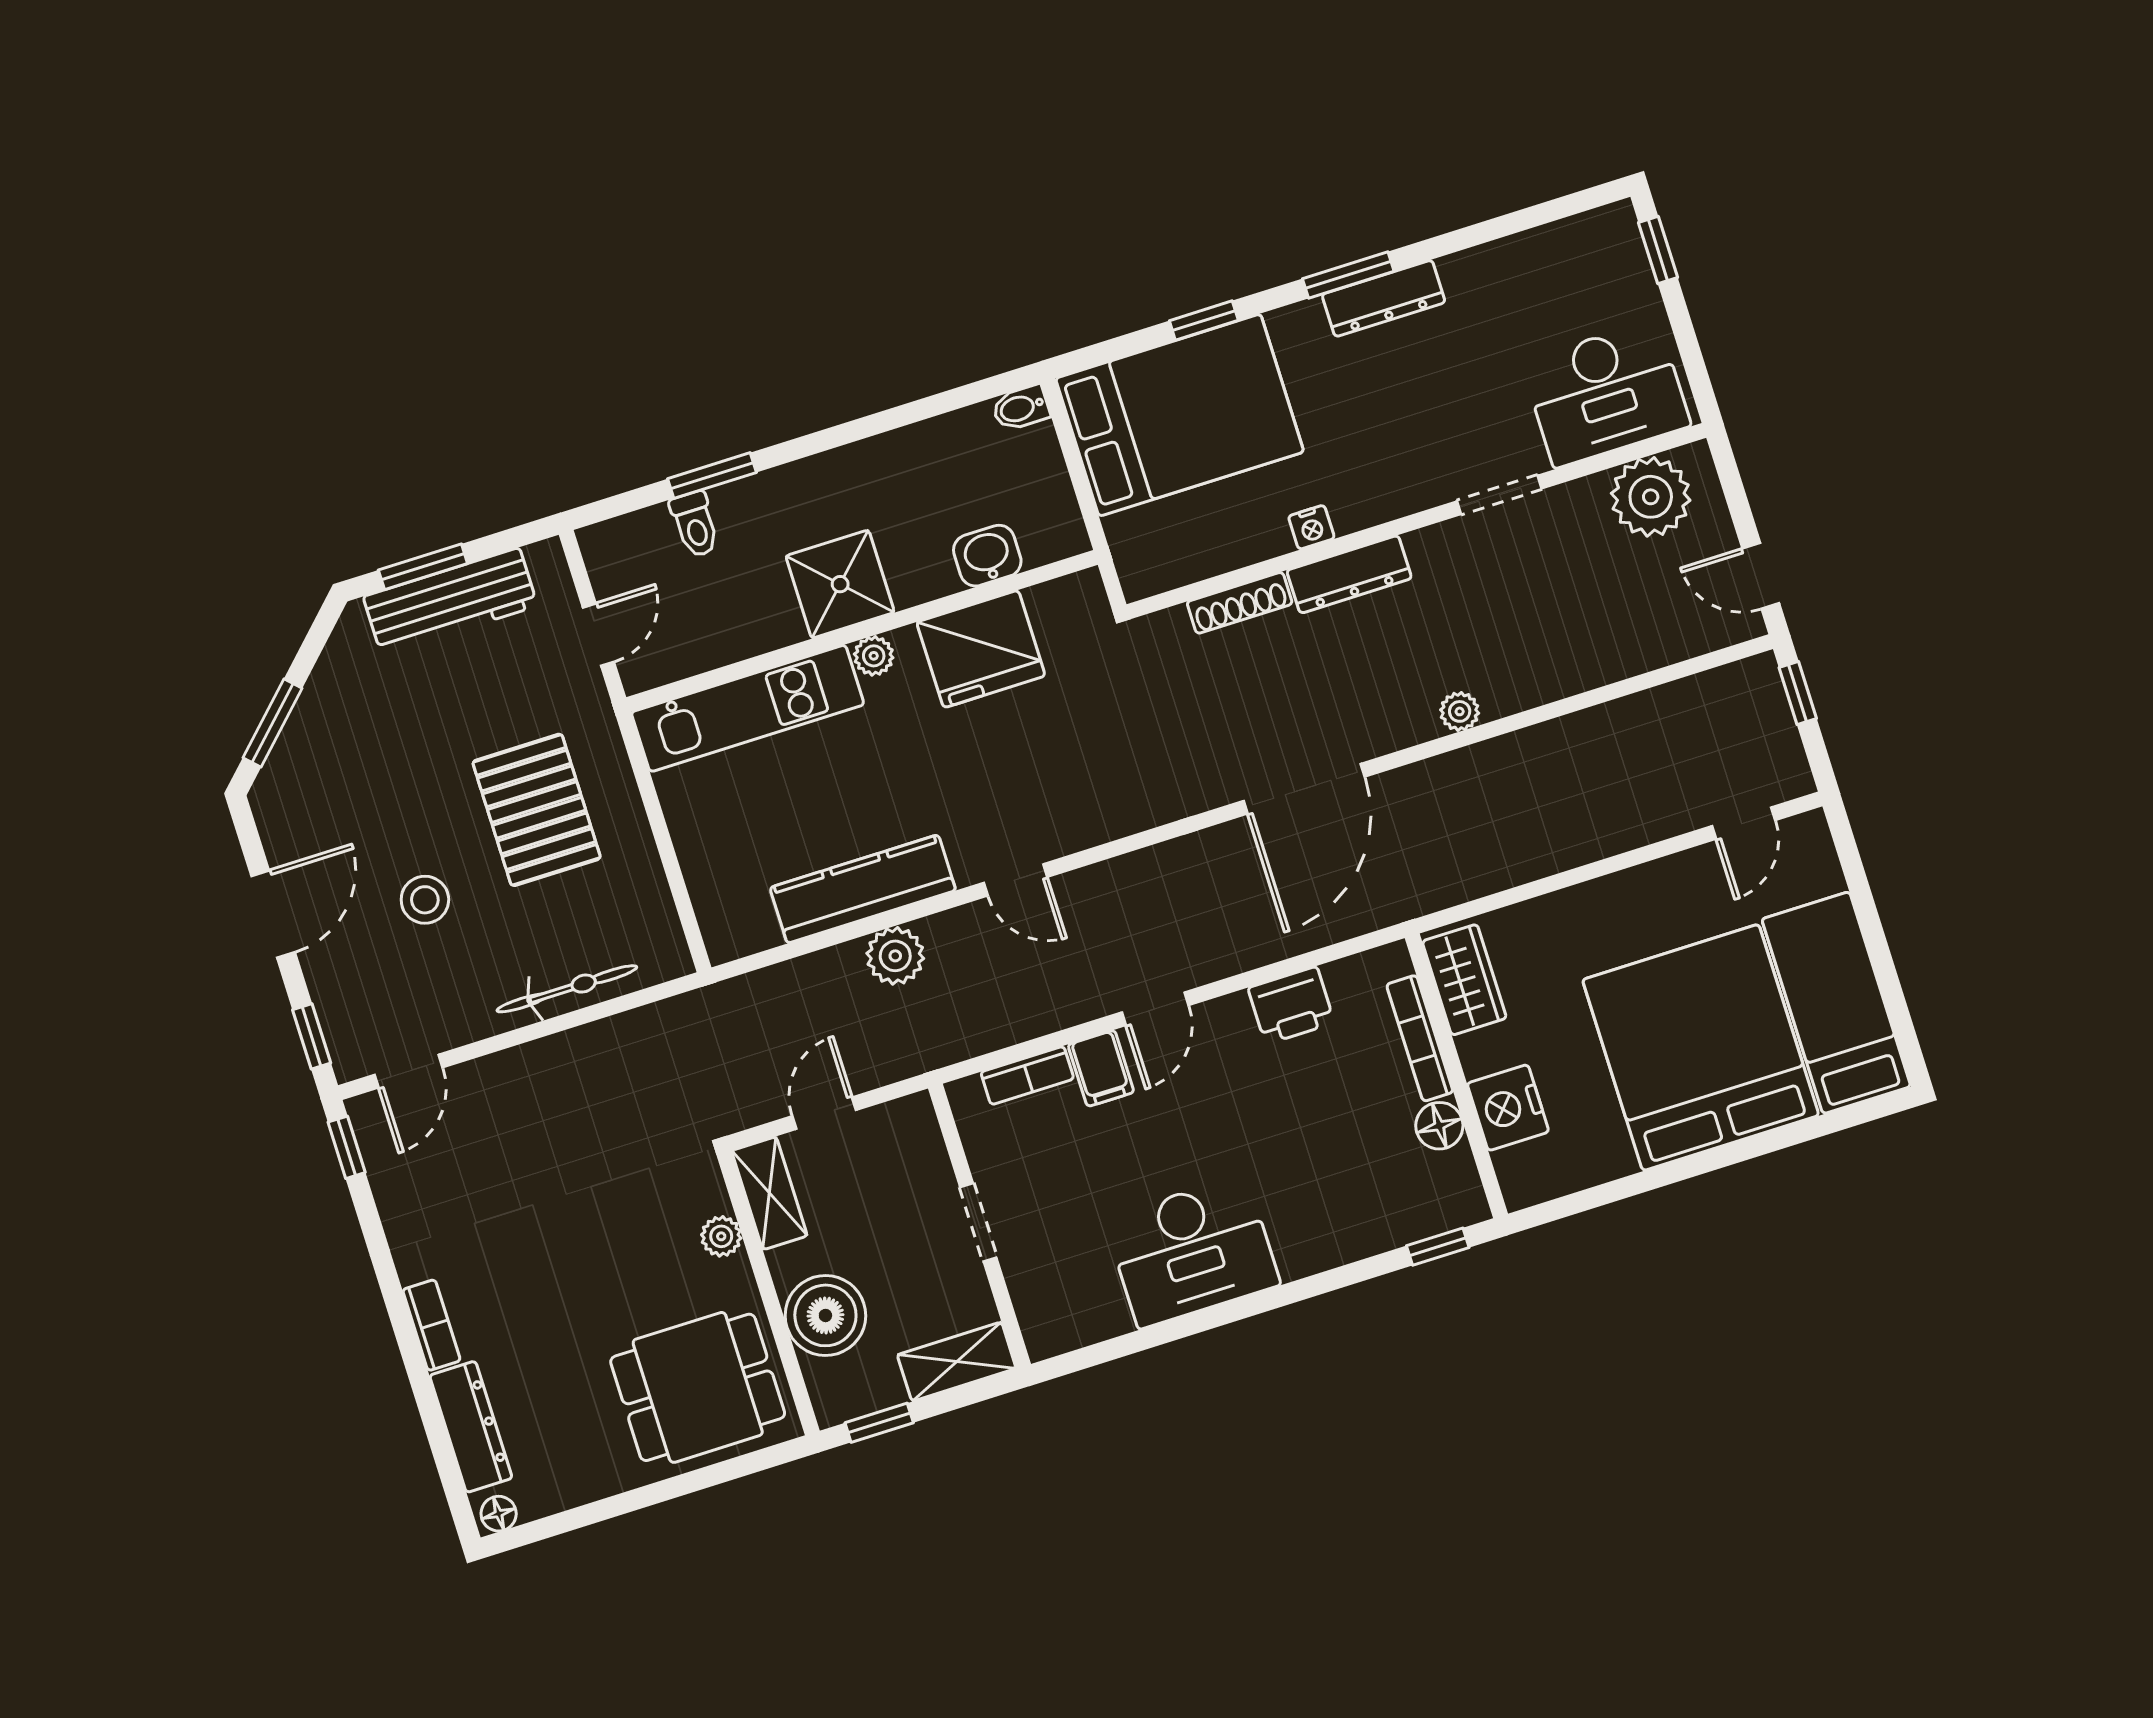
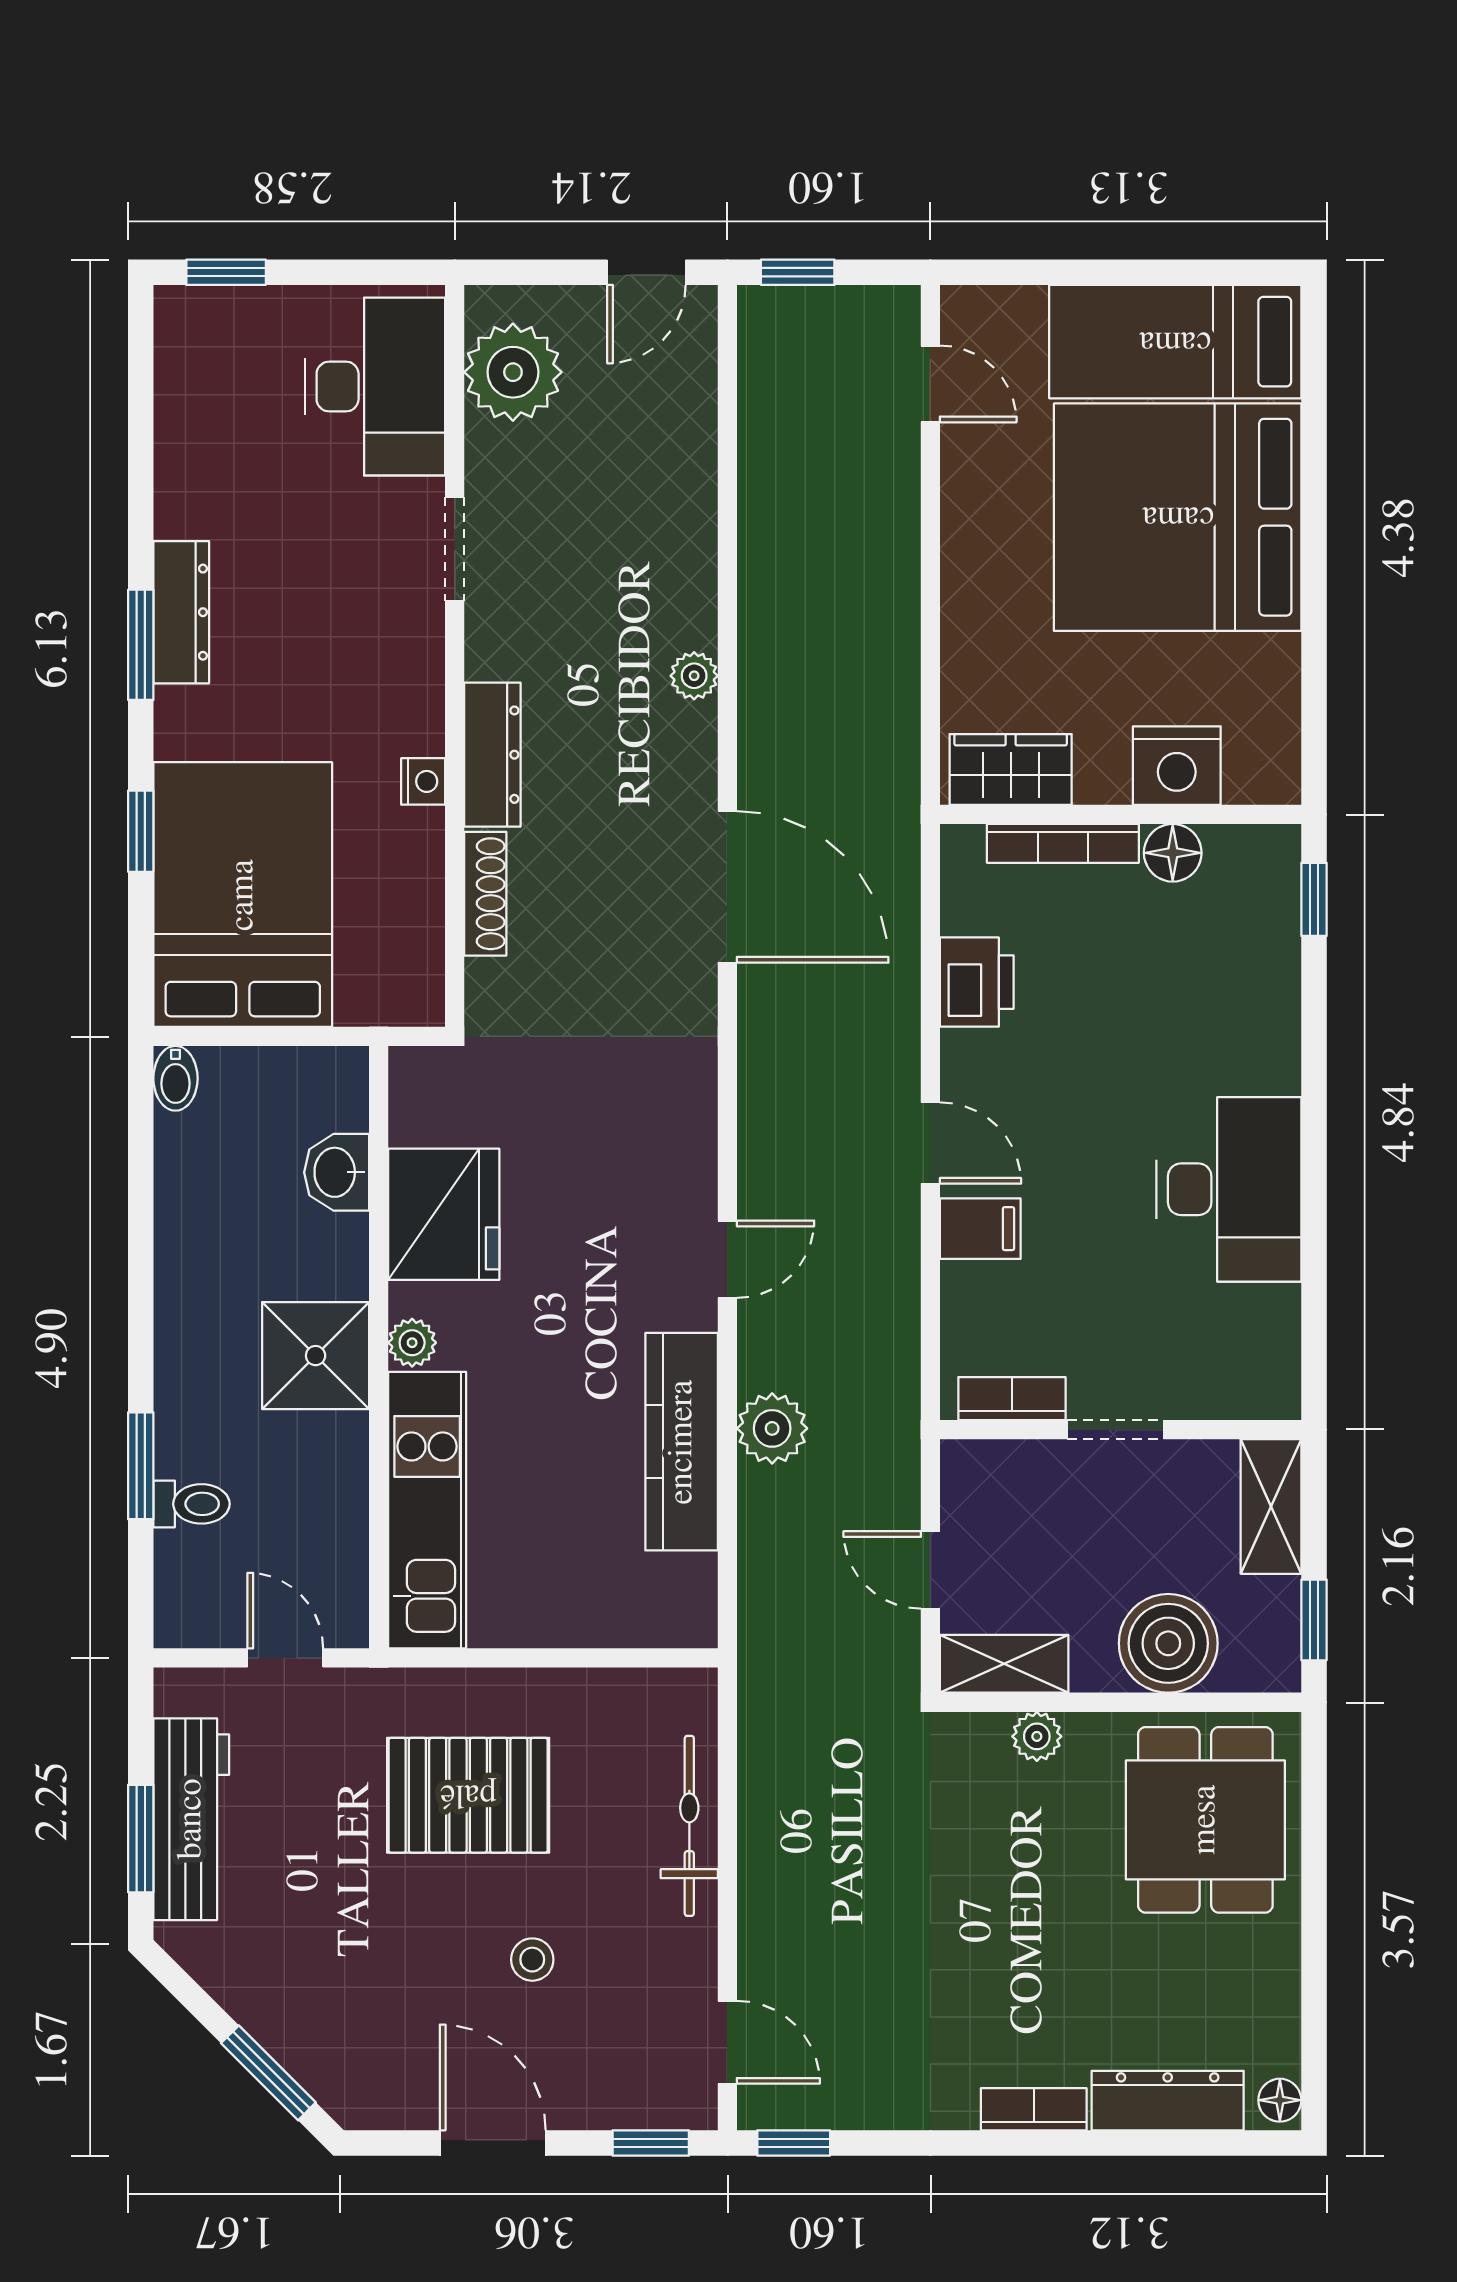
stool: (425, 900) -> (532, 1960), width x0.73, depth x0.73
bookcase: (1027, 1075) -> (1012, 1399), moved, turned -90

